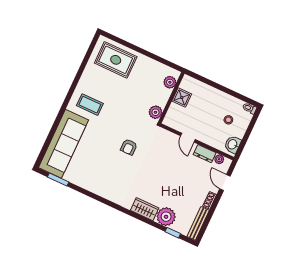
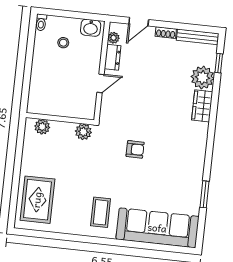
shower: (182, 98) -> (56, 107), removed
window: (58, 180) -> (205, 194), moved

